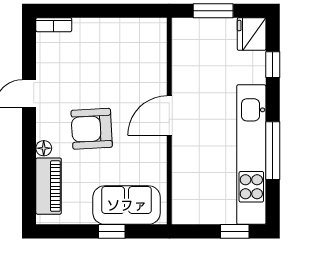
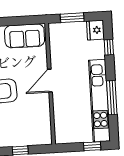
sofa: (127, 205) -> (25, 36), moved, turned 180

